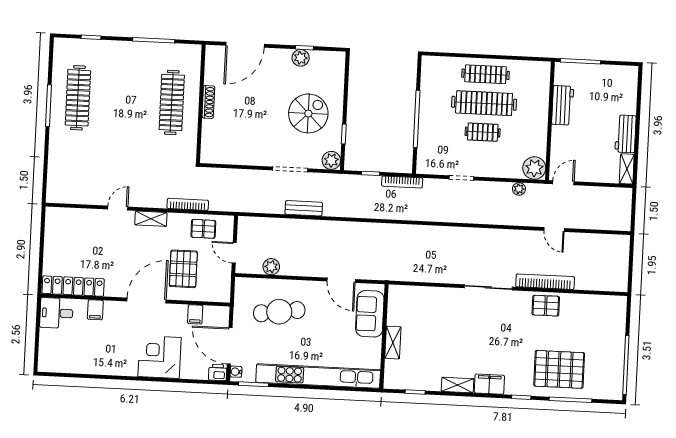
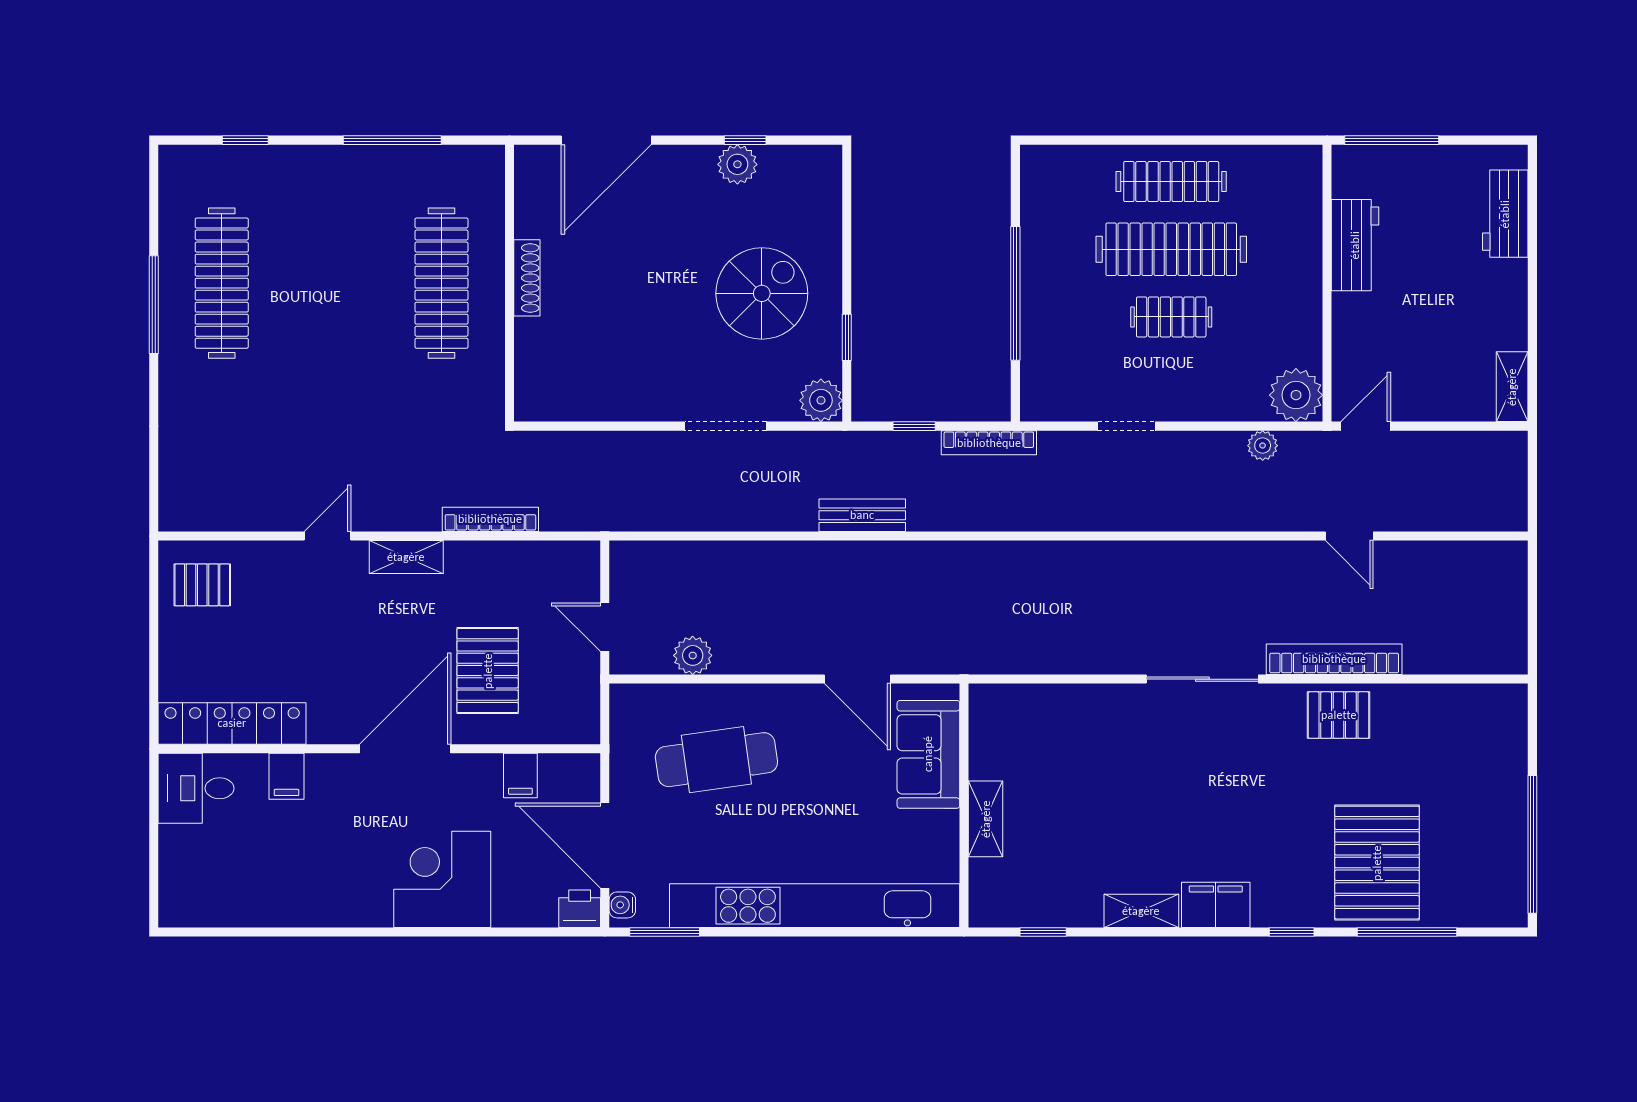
workbench: (626, 134) -> (1505, 214), moved
bench: (304, 208) -> (862, 515), moved
pallet: (203, 229) -> (202, 585), moved
pallet: (559, 369) -> (1377, 863), turned 90

